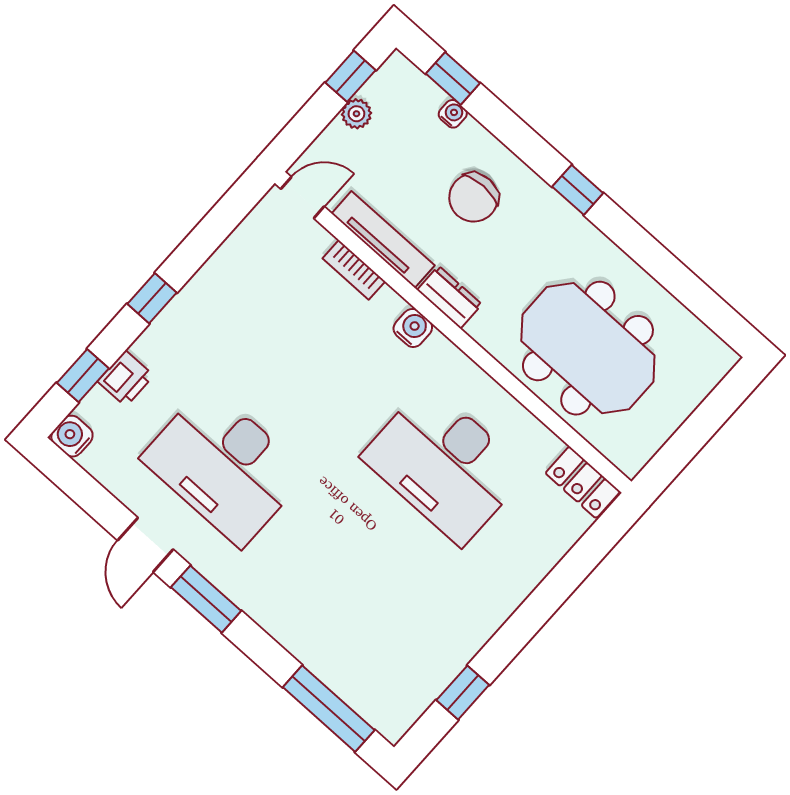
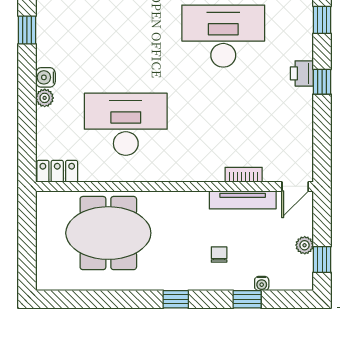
window: (453, 78) -> (247, 299), moved
chair: (474, 198) -> (219, 255), width x0.54, depth x0.54
dresser: (449, 297) -> (190, 201), removed
water cooler: (413, 328) -> (45, 77), moved, turned 90
printer: (126, 379) -> (302, 73), moved
plant: (517, 588) -> (45, 98), added

